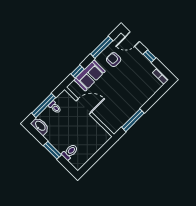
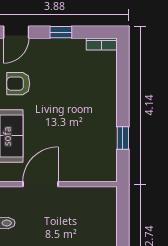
window: (133, 120) -> (123, 138), width x0.46

